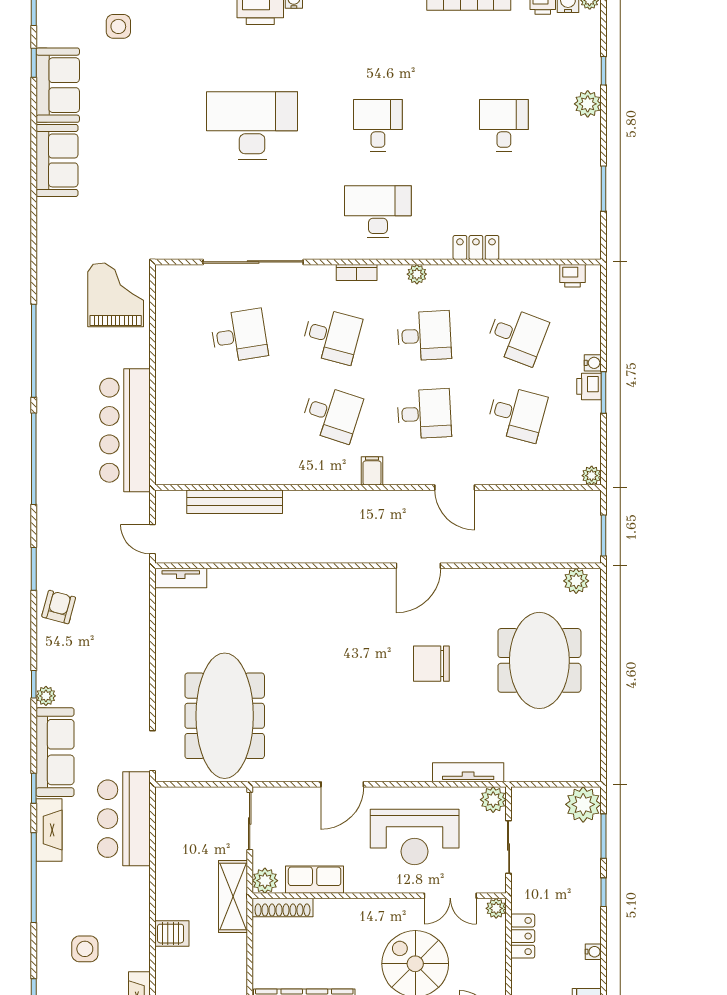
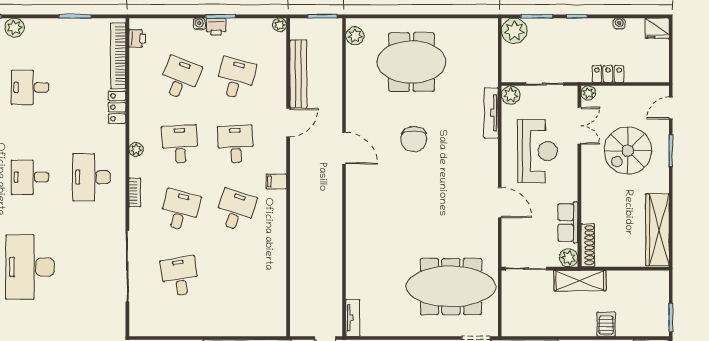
bookcase: (548, 249) -> (118, 56), added
bench: (235, 502) -> (298, 74), moved

